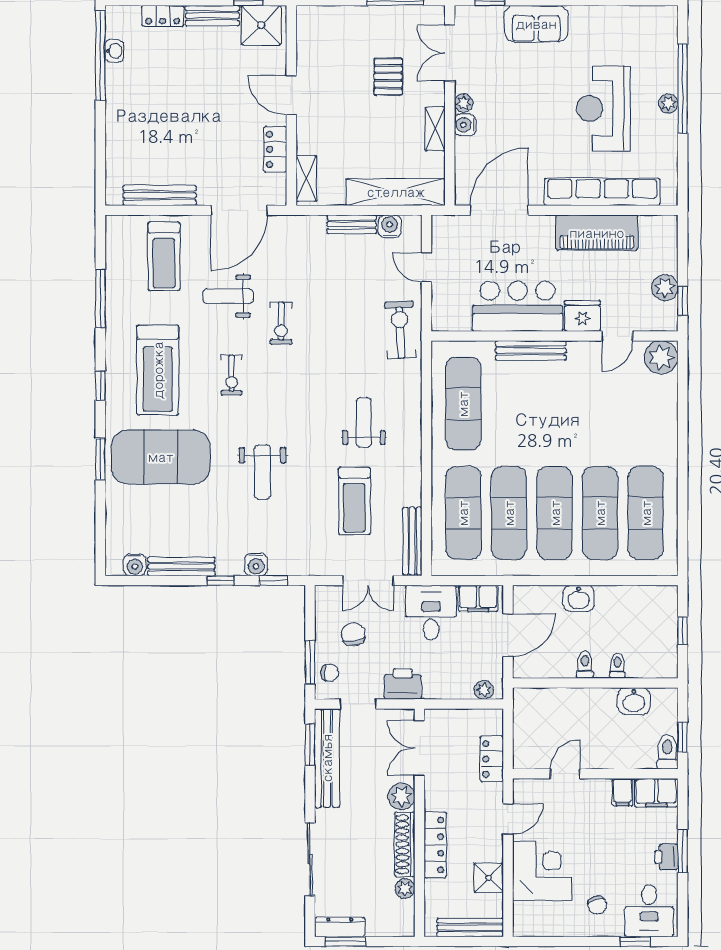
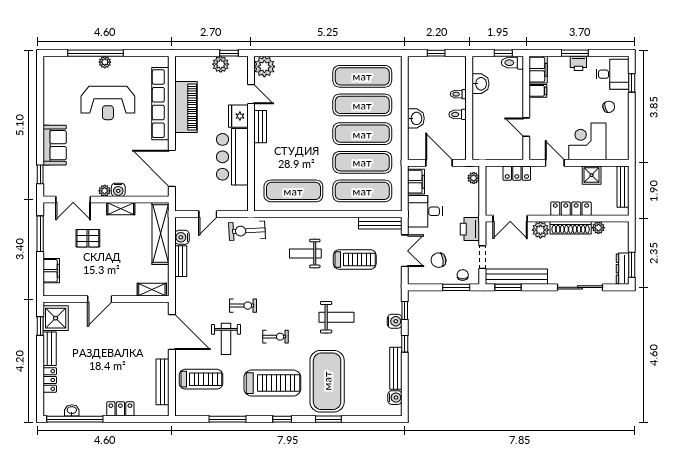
filing cabinet: (336, 18) -> (51, 271), added
locker: (275, 149) -> (120, 409), moved, turned 180
bench: (531, 351) -> (260, 127), moved, width x0.73

